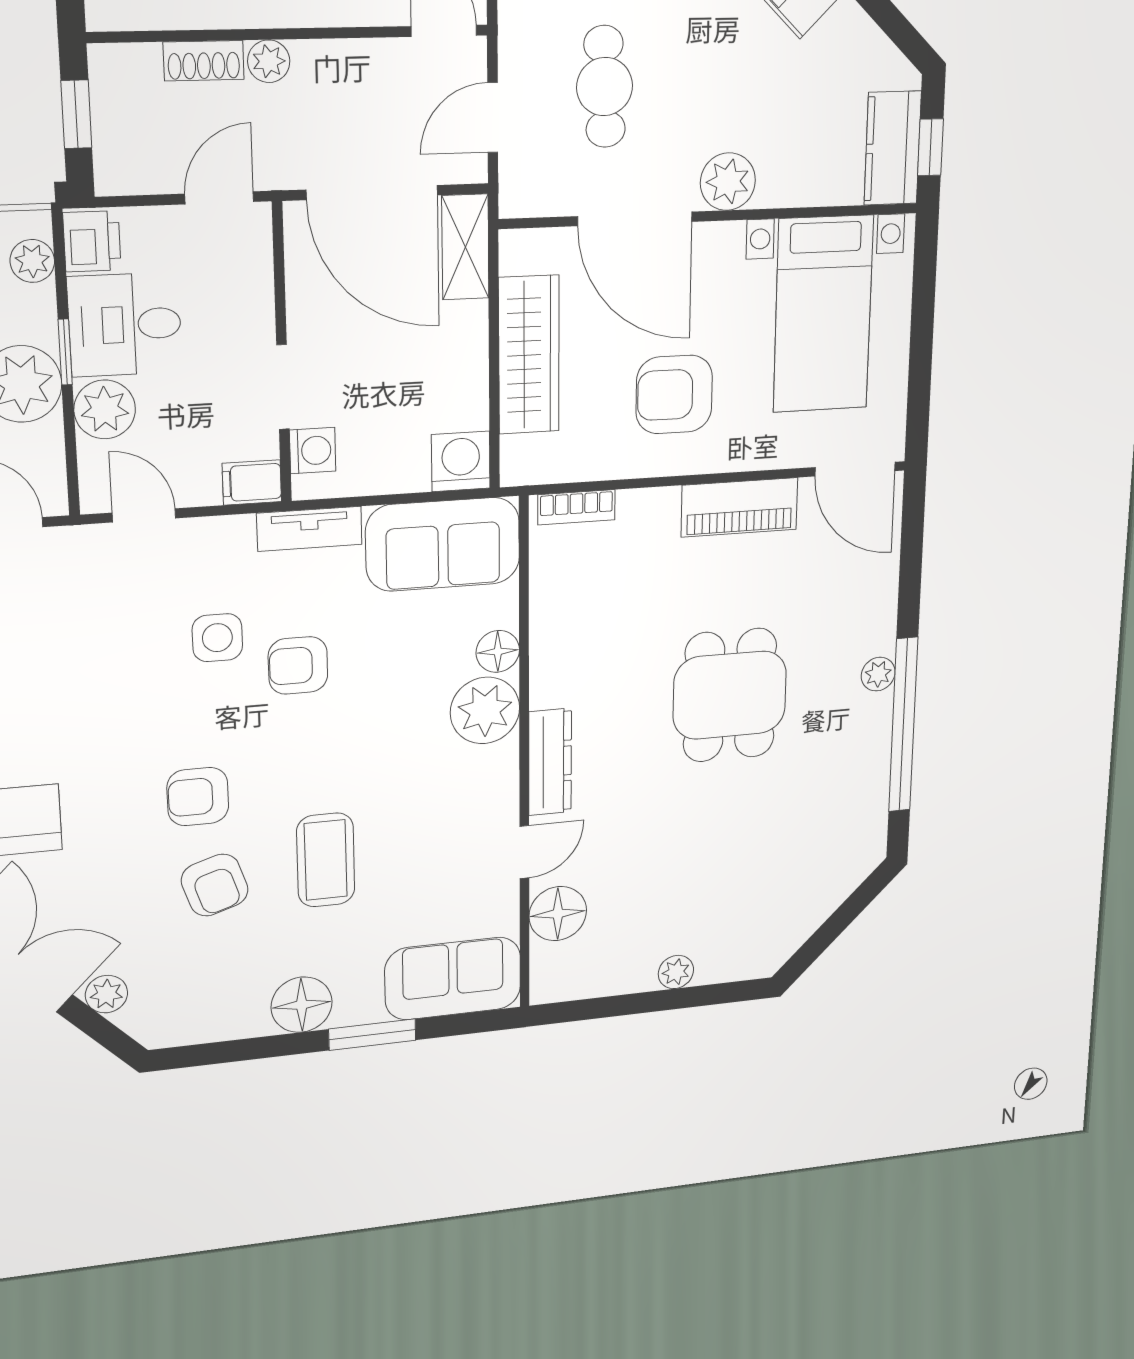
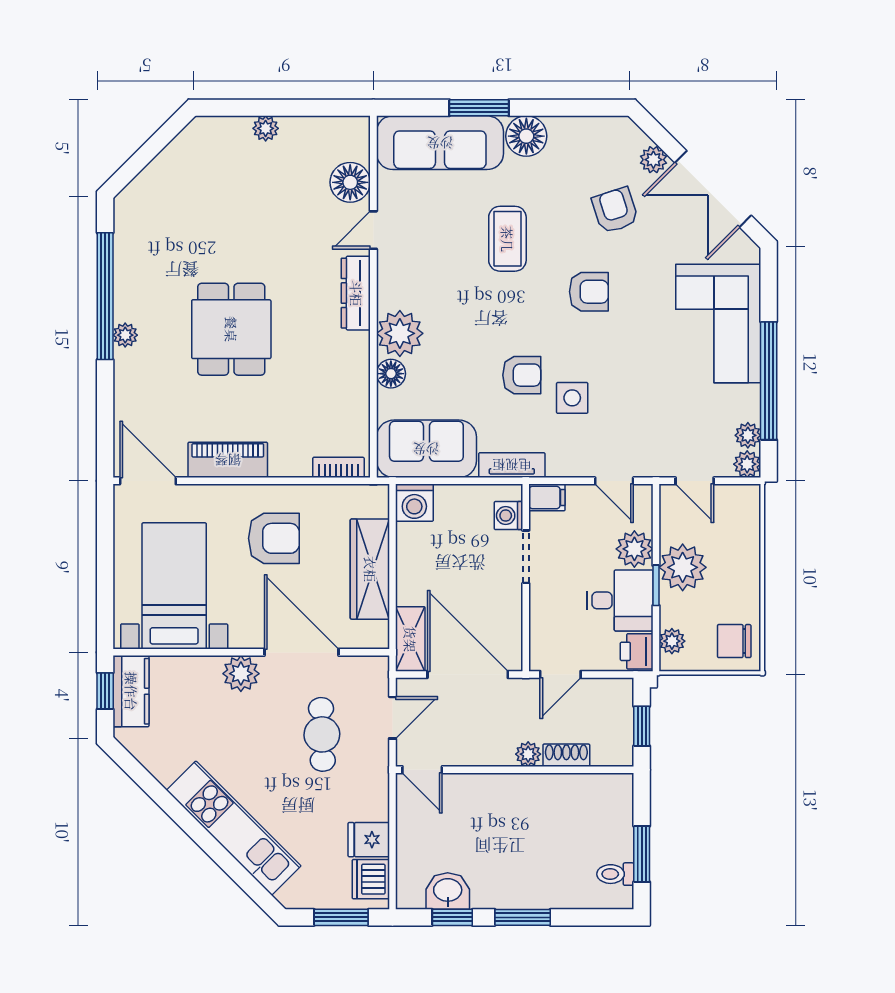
armchair: (215, 885) -> (615, 210), moved
sofa: (453, 979) -> (440, 143), width x1.36

